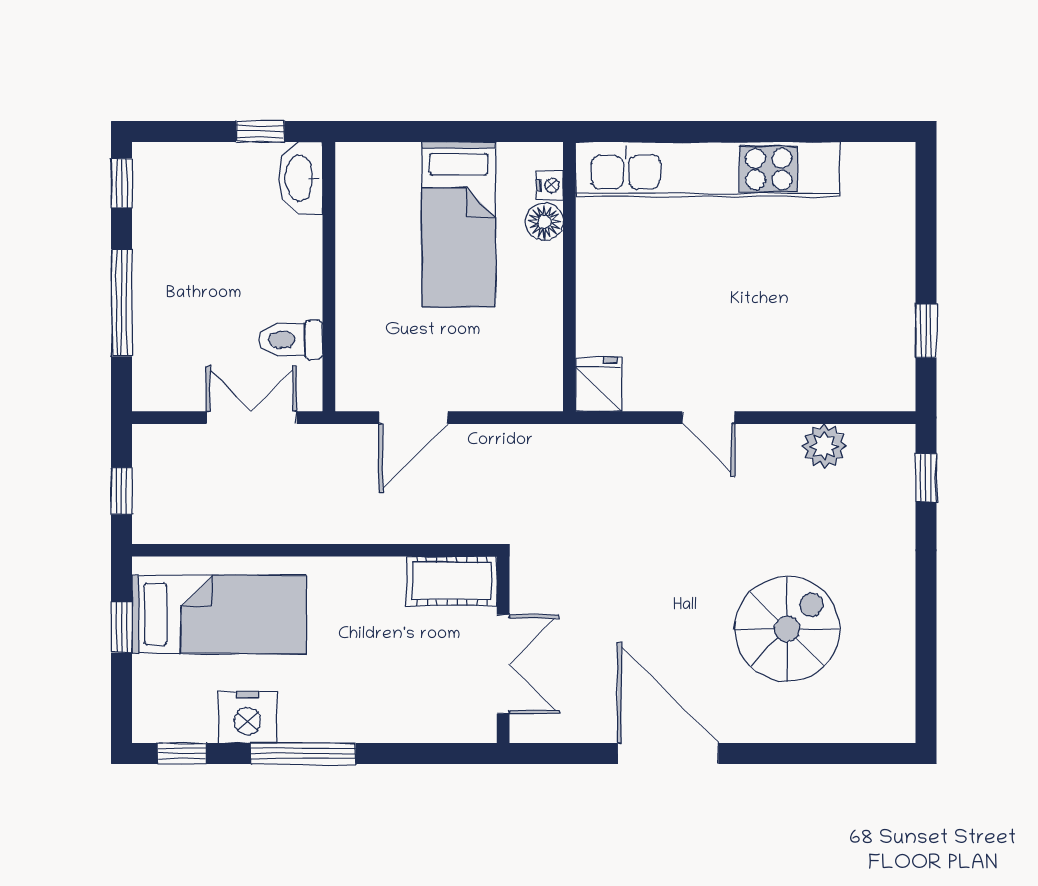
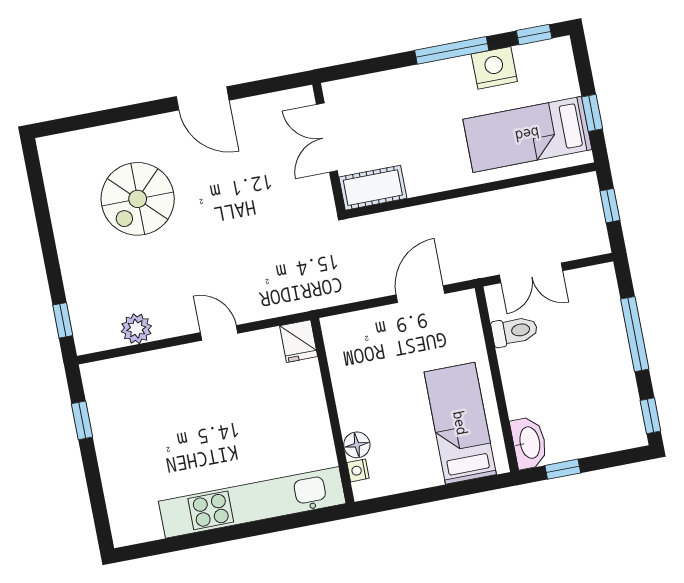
bed: (459, 224) -> (460, 423), moved
door: (668, 753) -> (203, 98), width x0.73

